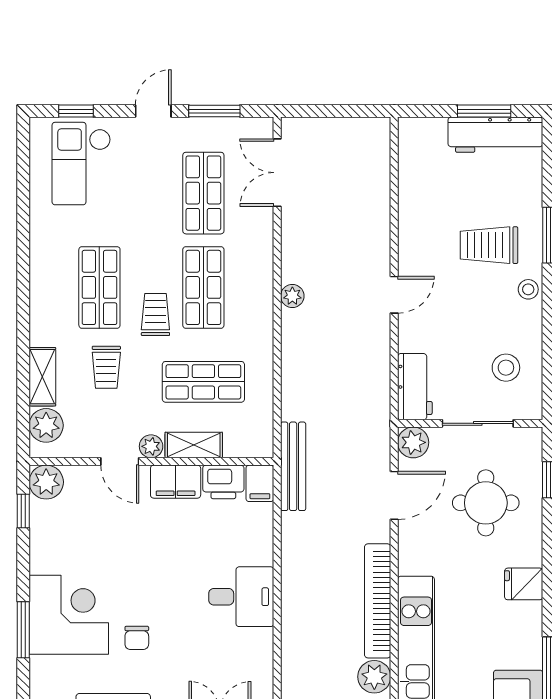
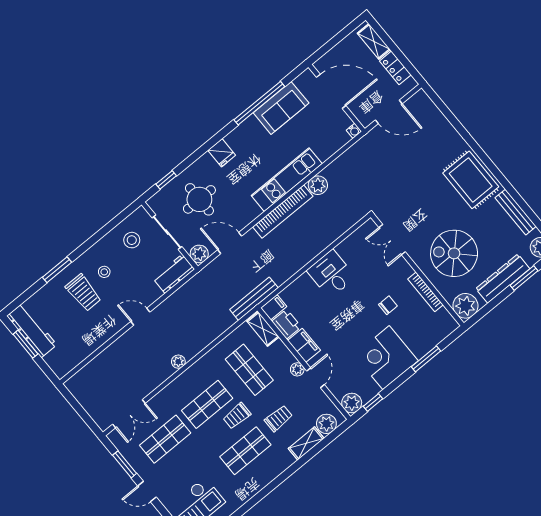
stool: (528, 289) -> (104, 272), moved
shelving: (194, 445) -> (263, 329), moved
corner desk: (69, 615) -> (386, 358), moved

